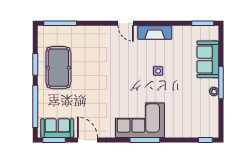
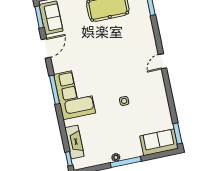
fireplace: (155, 33) -> (74, 142), moved, turned 180
sofa: (208, 59) -> (159, 142), moved
window: (145, 140) -> (54, 90), moved

